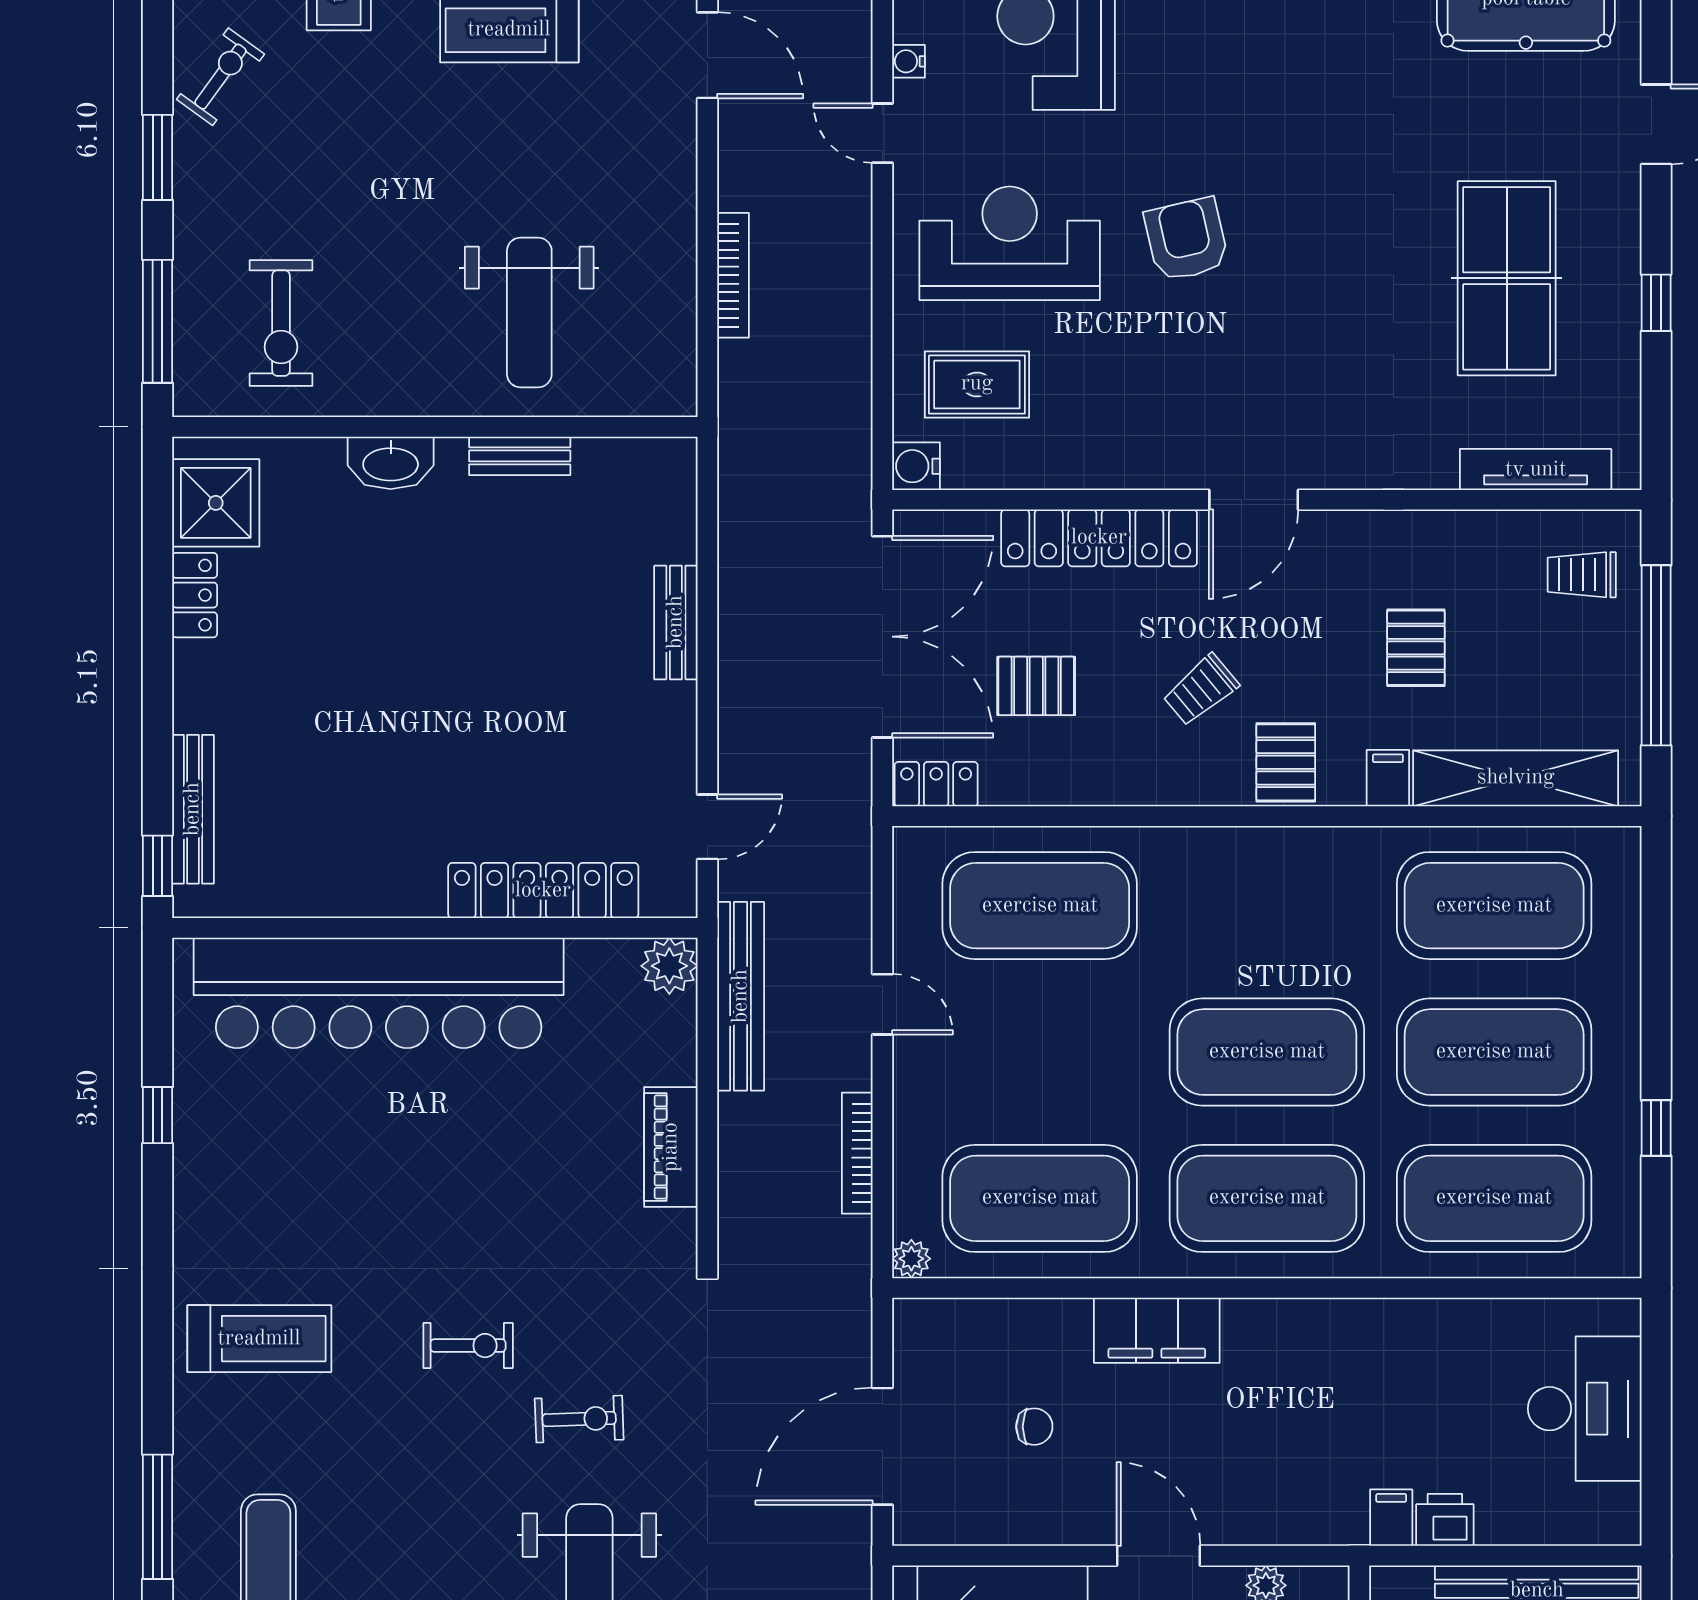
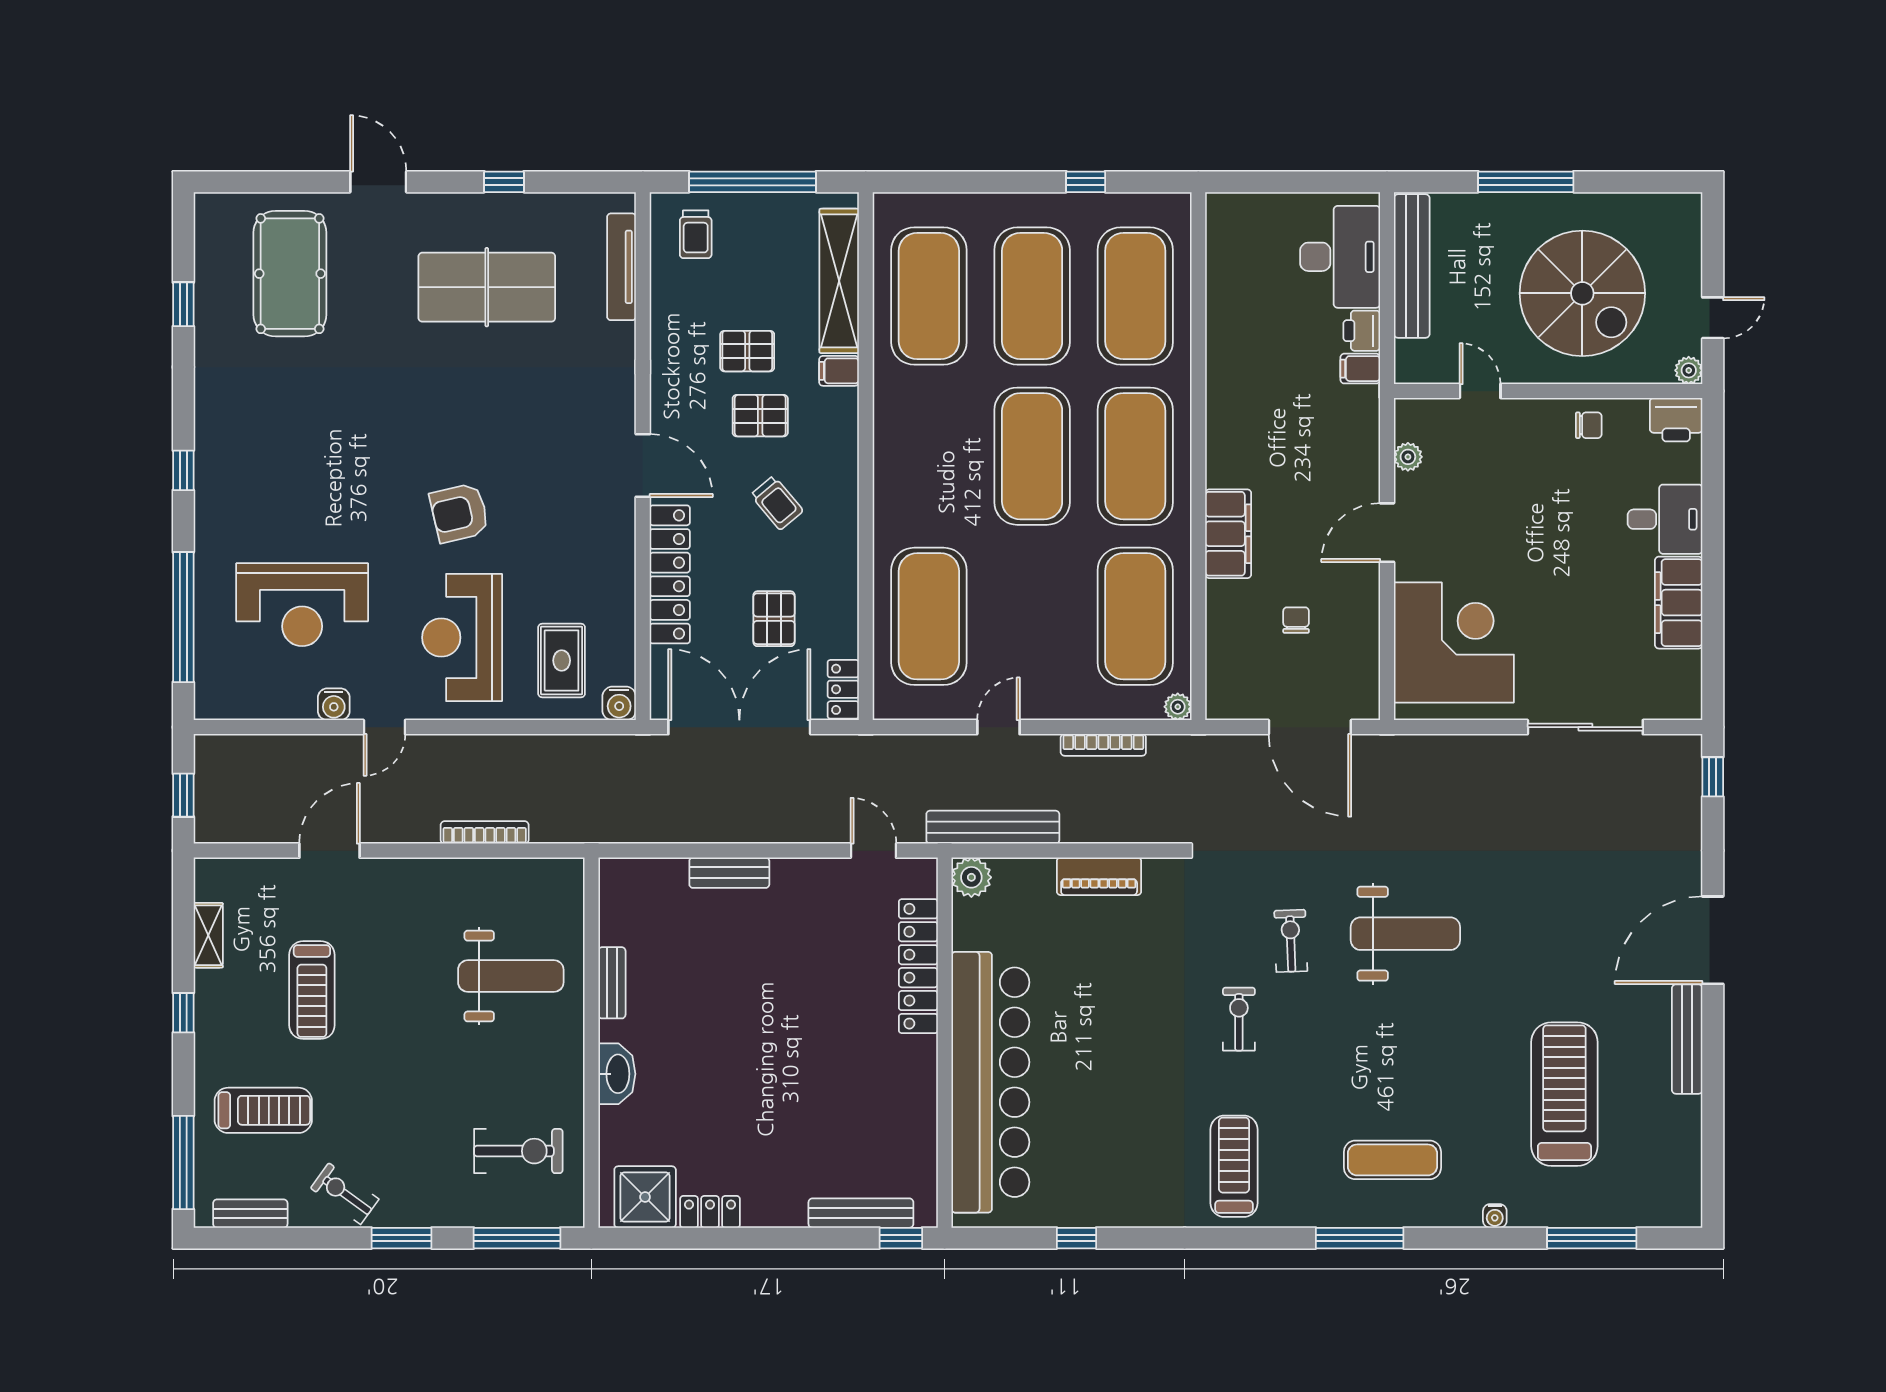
water cooler: (909, 61) -> (334, 704), width x1.38, depth x1.38
pallet: (1286, 762) -> (760, 416), moved
desk: (1585, 1409) -> (1340, 257), moved, turned 90

